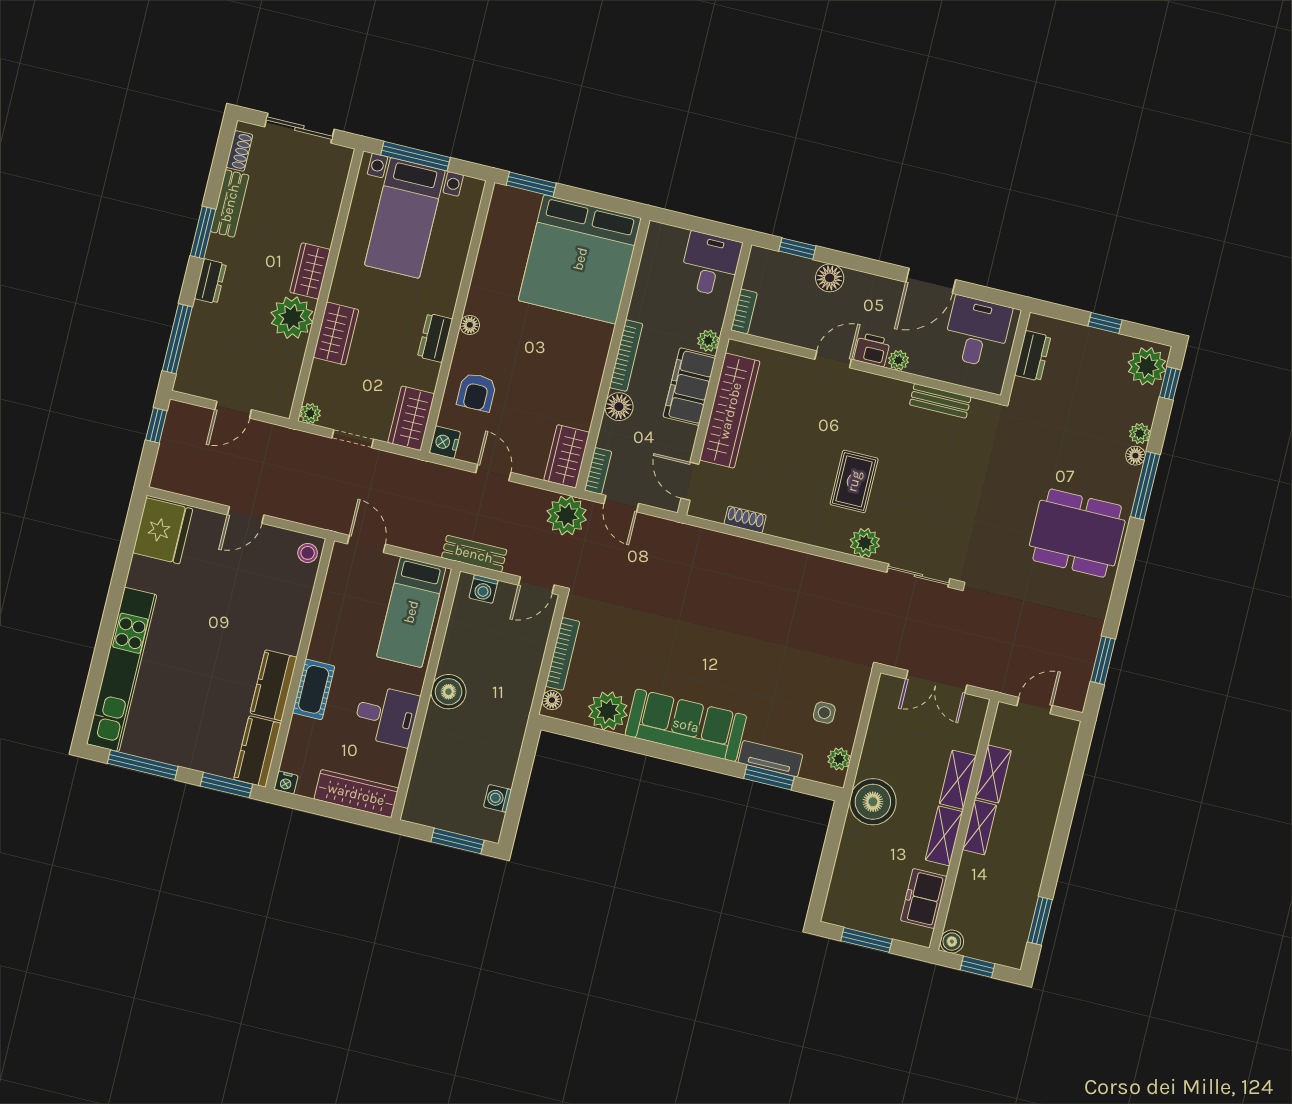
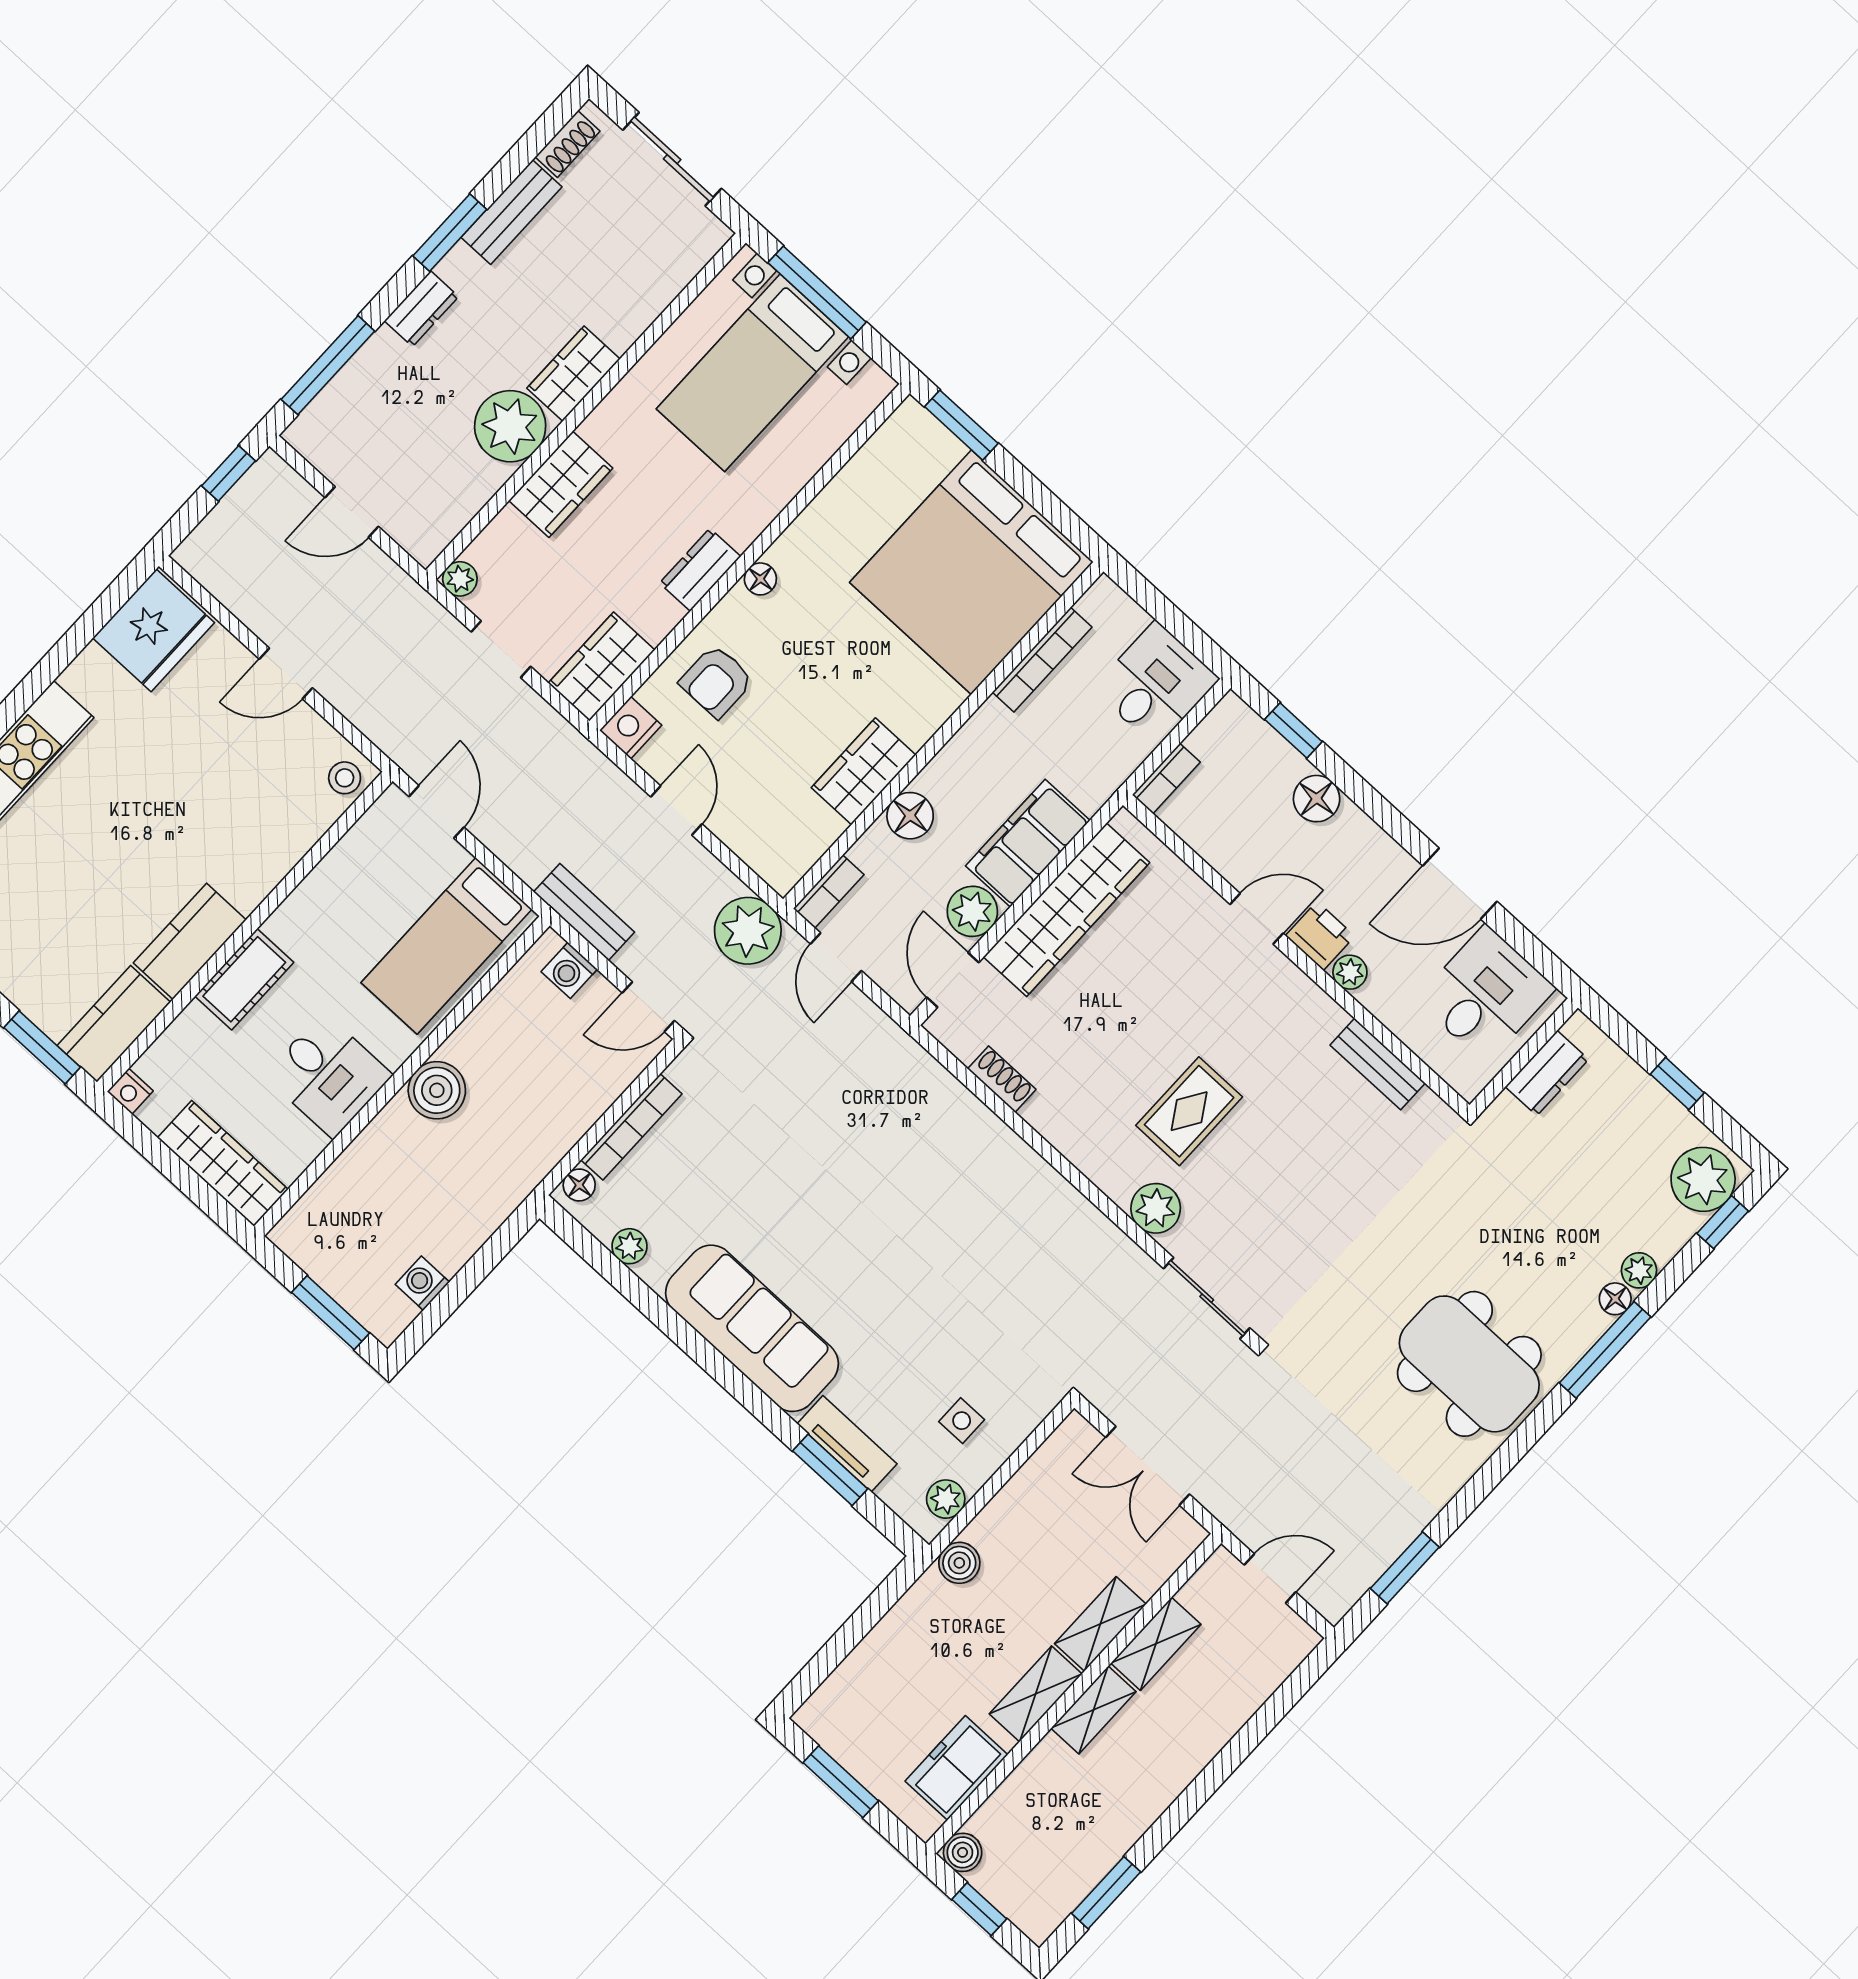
plant: (708, 341) -> (972, 911), moved, width x1.38, depth x1.38
bookcase: (626, 356) -> (1042, 660), moved
wardrobe: (567, 456) -> (864, 771), moved
plant: (608, 711) -> (630, 1246), width x0.53, depth x0.53
boiler: (873, 802) -> (959, 1563), width x0.54, depth x0.54

